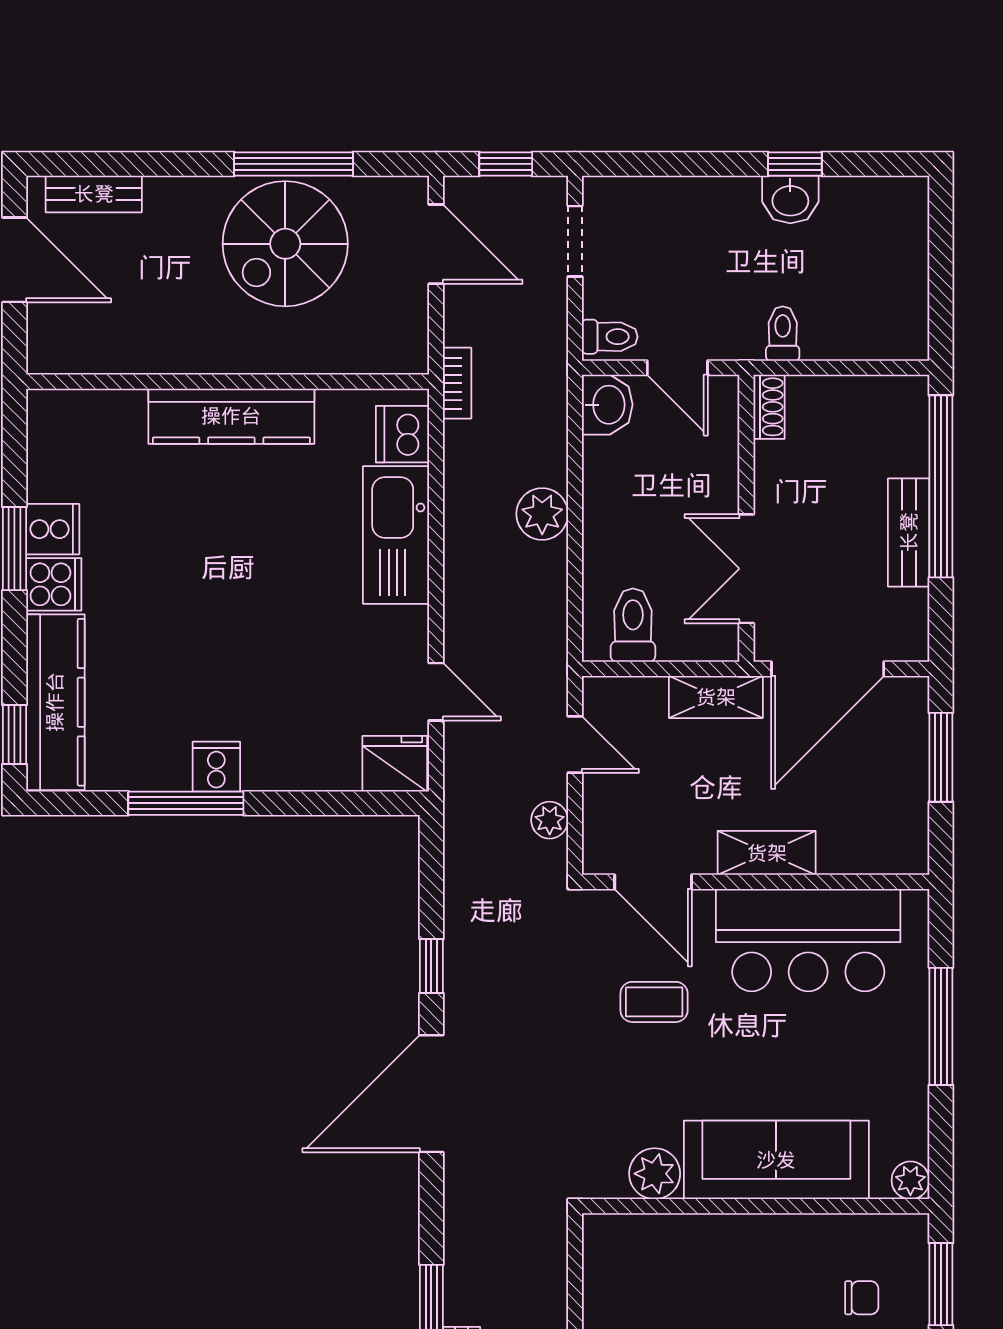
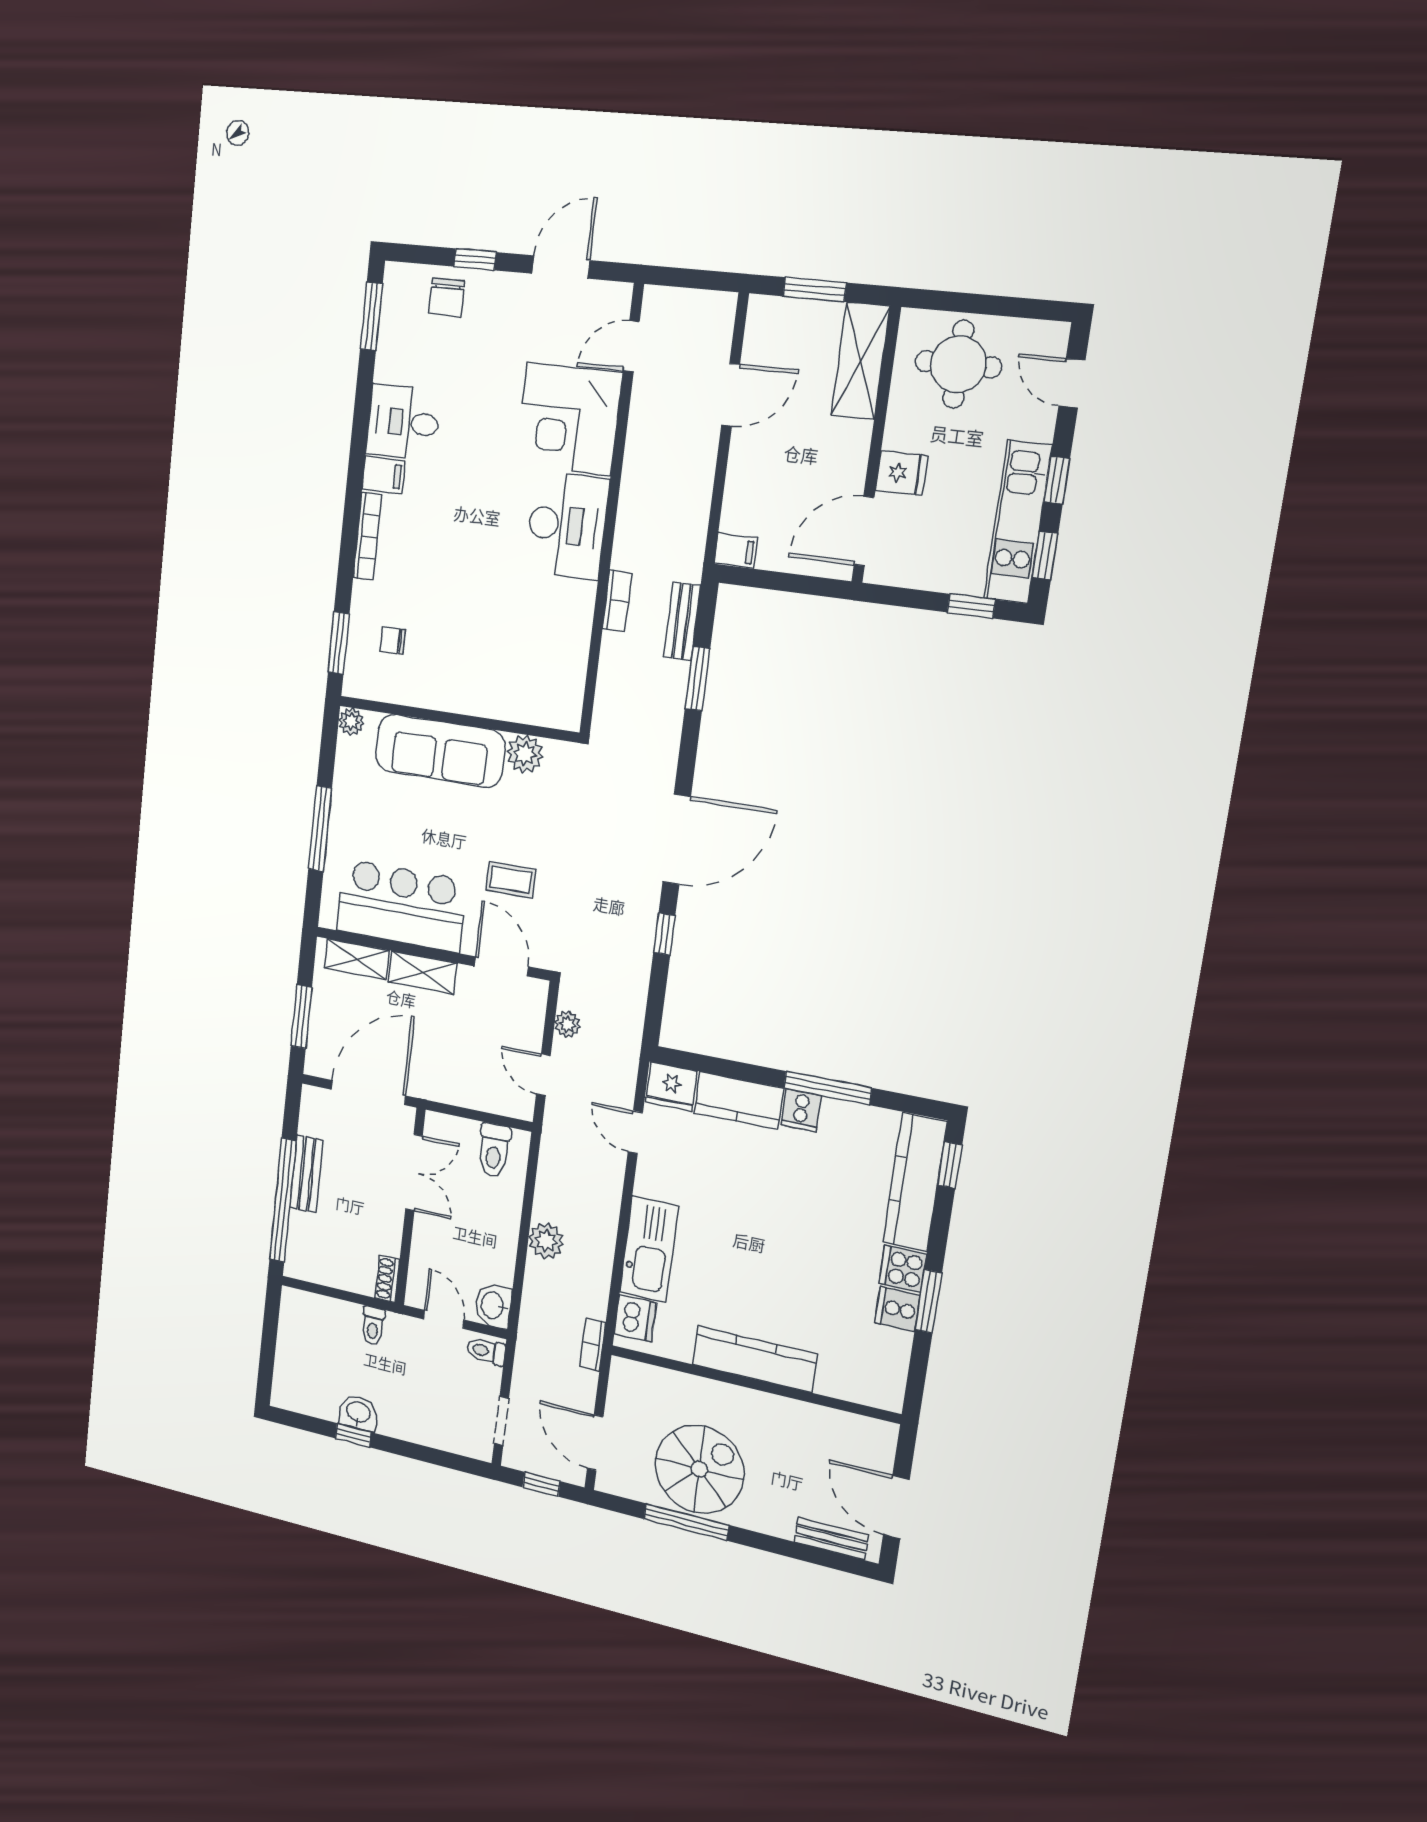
shelving: (716, 697) -> (357, 959), moved
kitchen counter: (301, 763) -> (739, 1101), added

